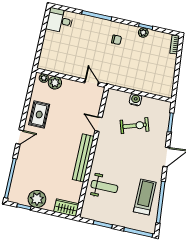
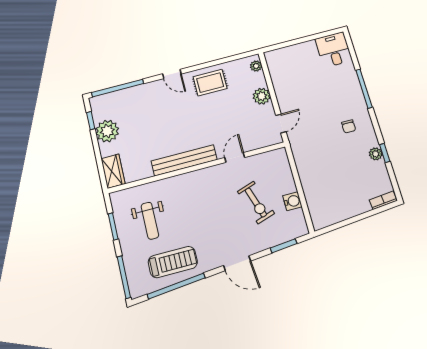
plant: (55, 83) -> (262, 96), moved
water cooler: (135, 100) -> (292, 201), moved
weight bench: (104, 186) -> (150, 221), moved

